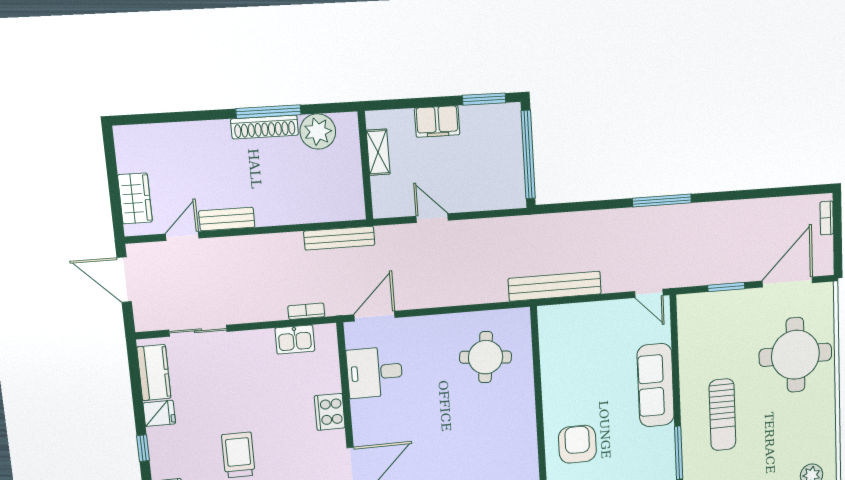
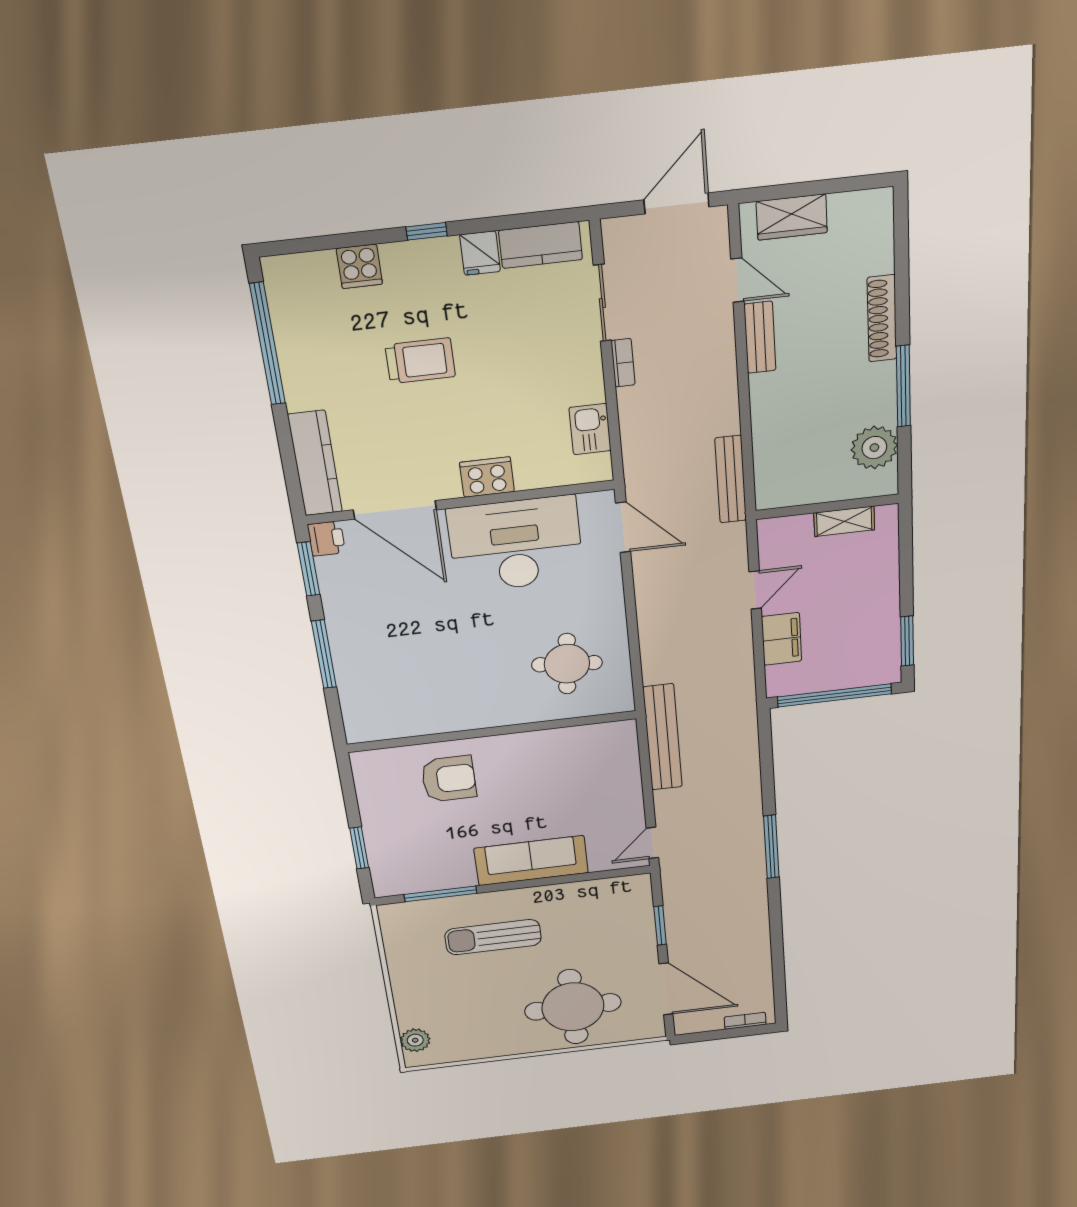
filing cabinet: (437, 121) -> (782, 639), moved, turned 180
shoe rack: (265, 127) -> (882, 318), moved
bookcase: (306, 311) -> (623, 363), moved
desk: (375, 372) -> (516, 544), width x1.87, depth x1.30

